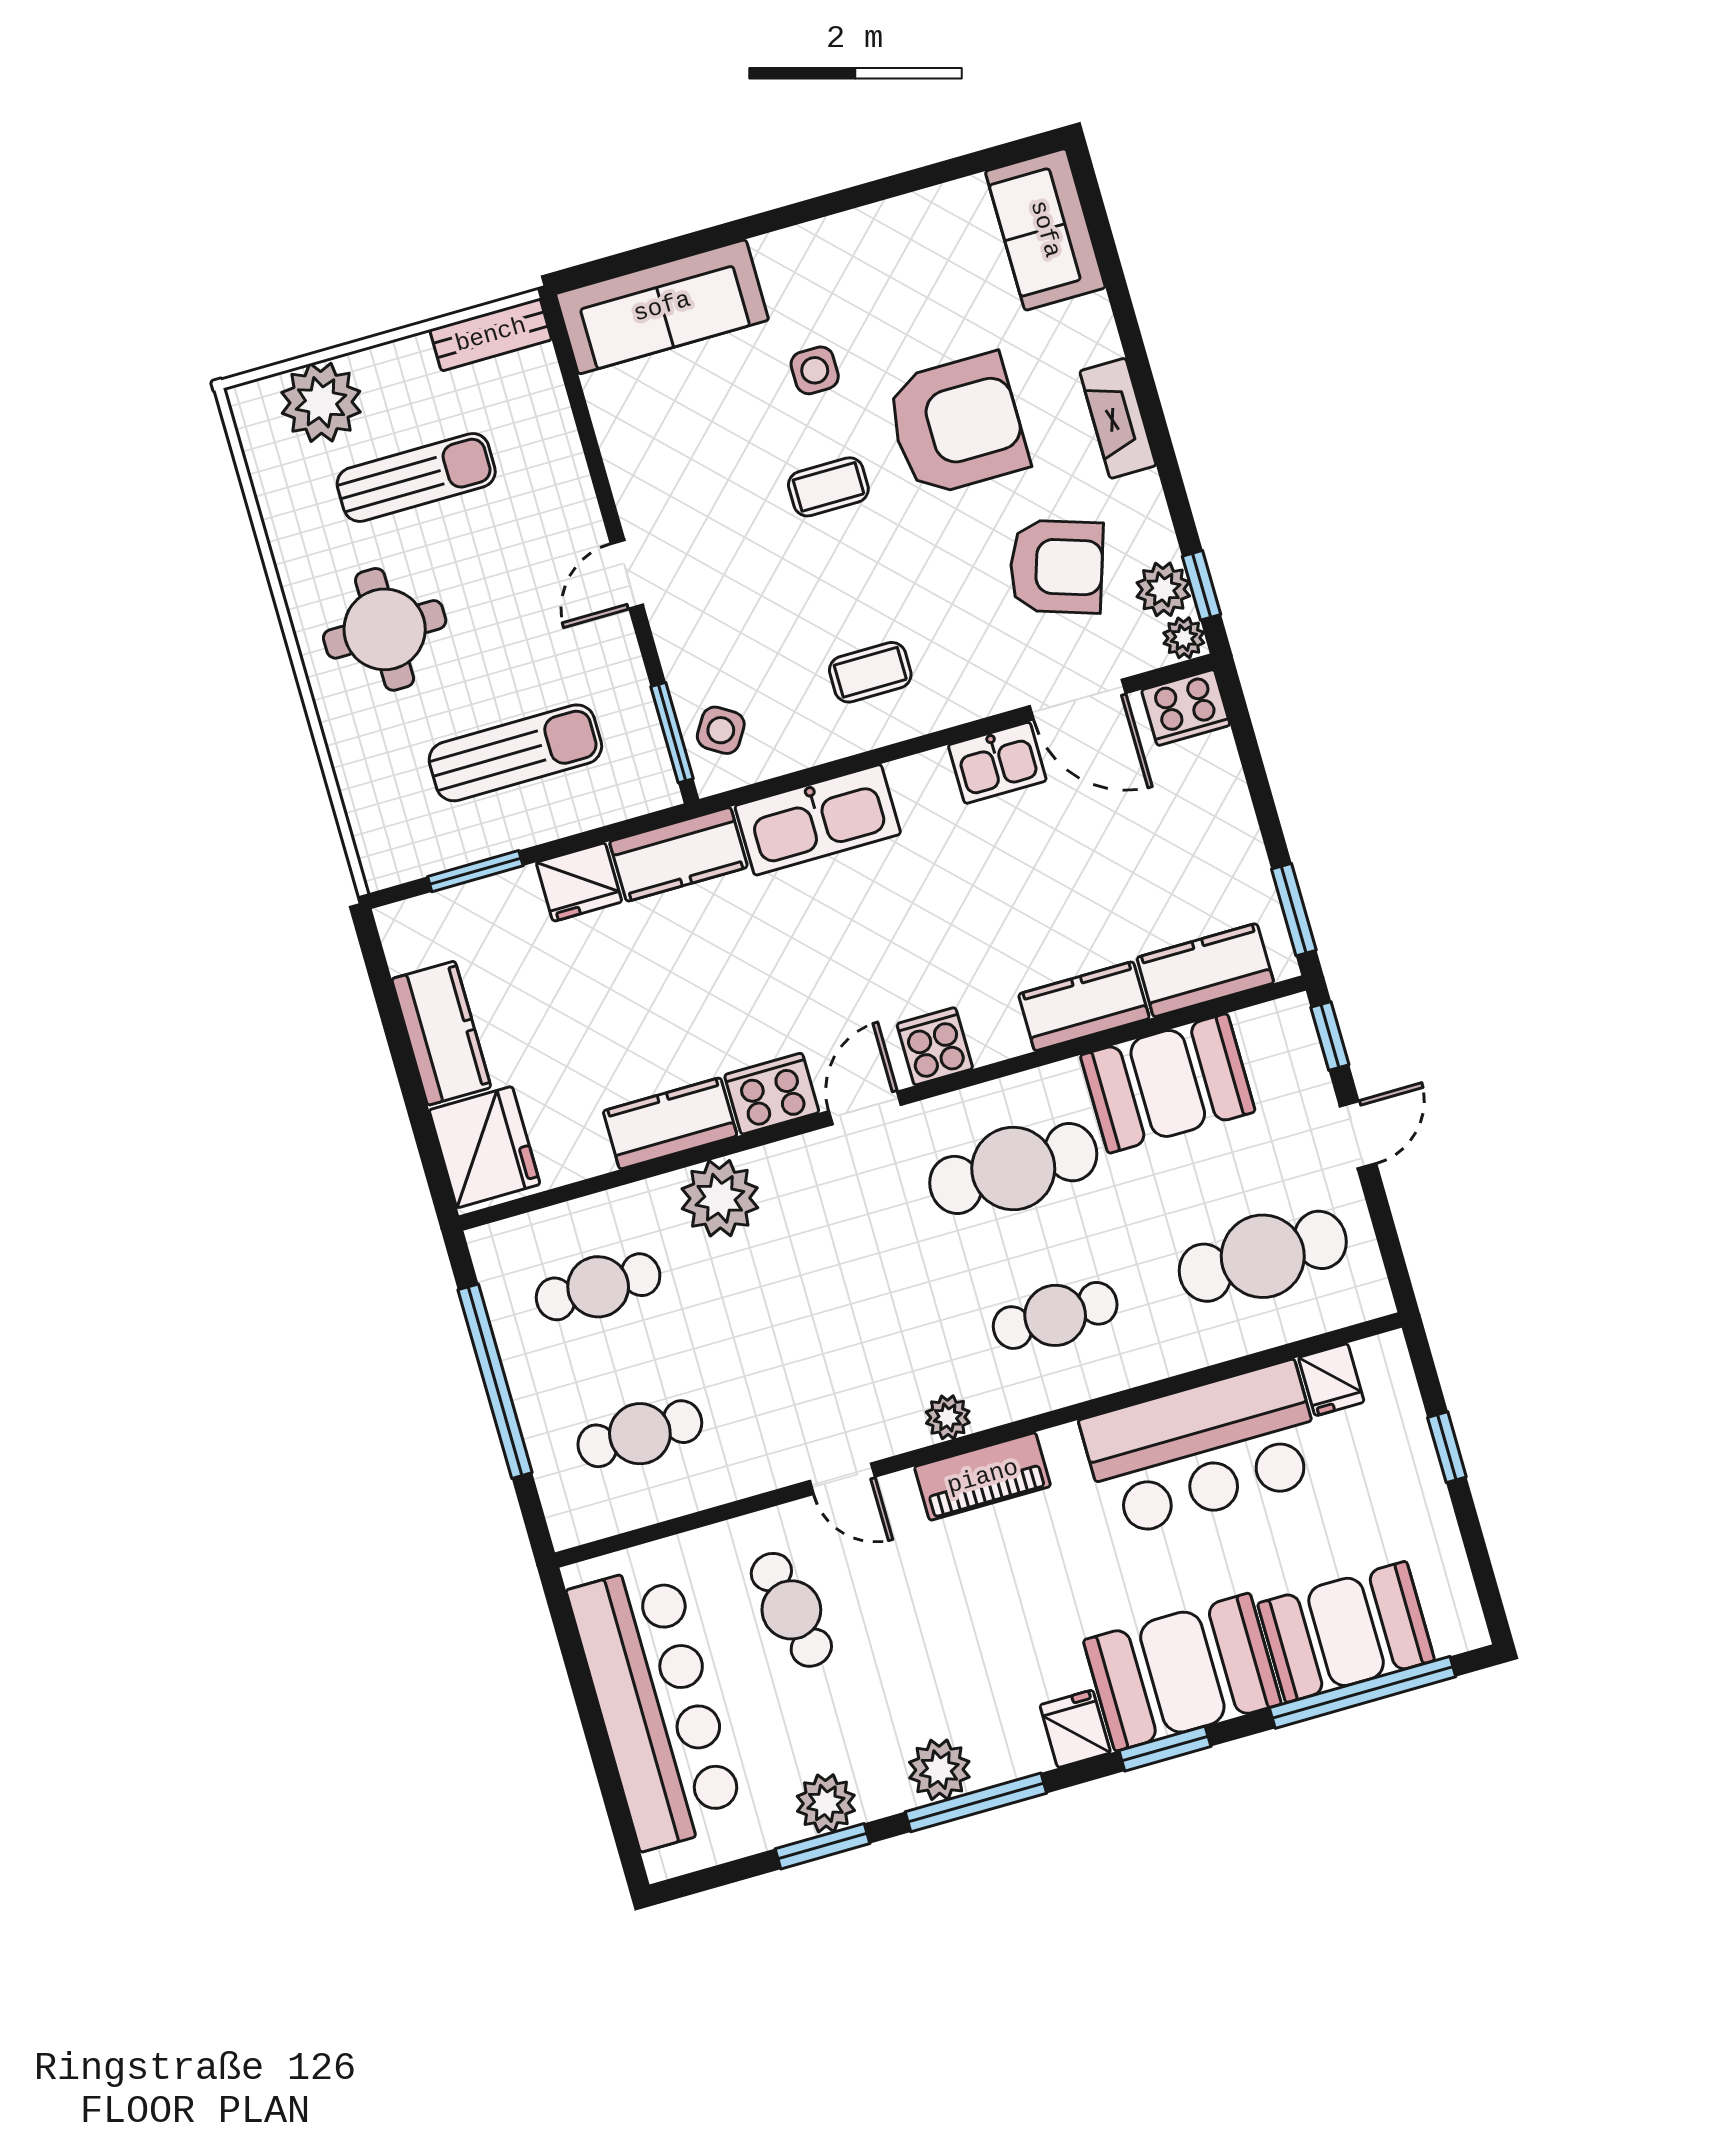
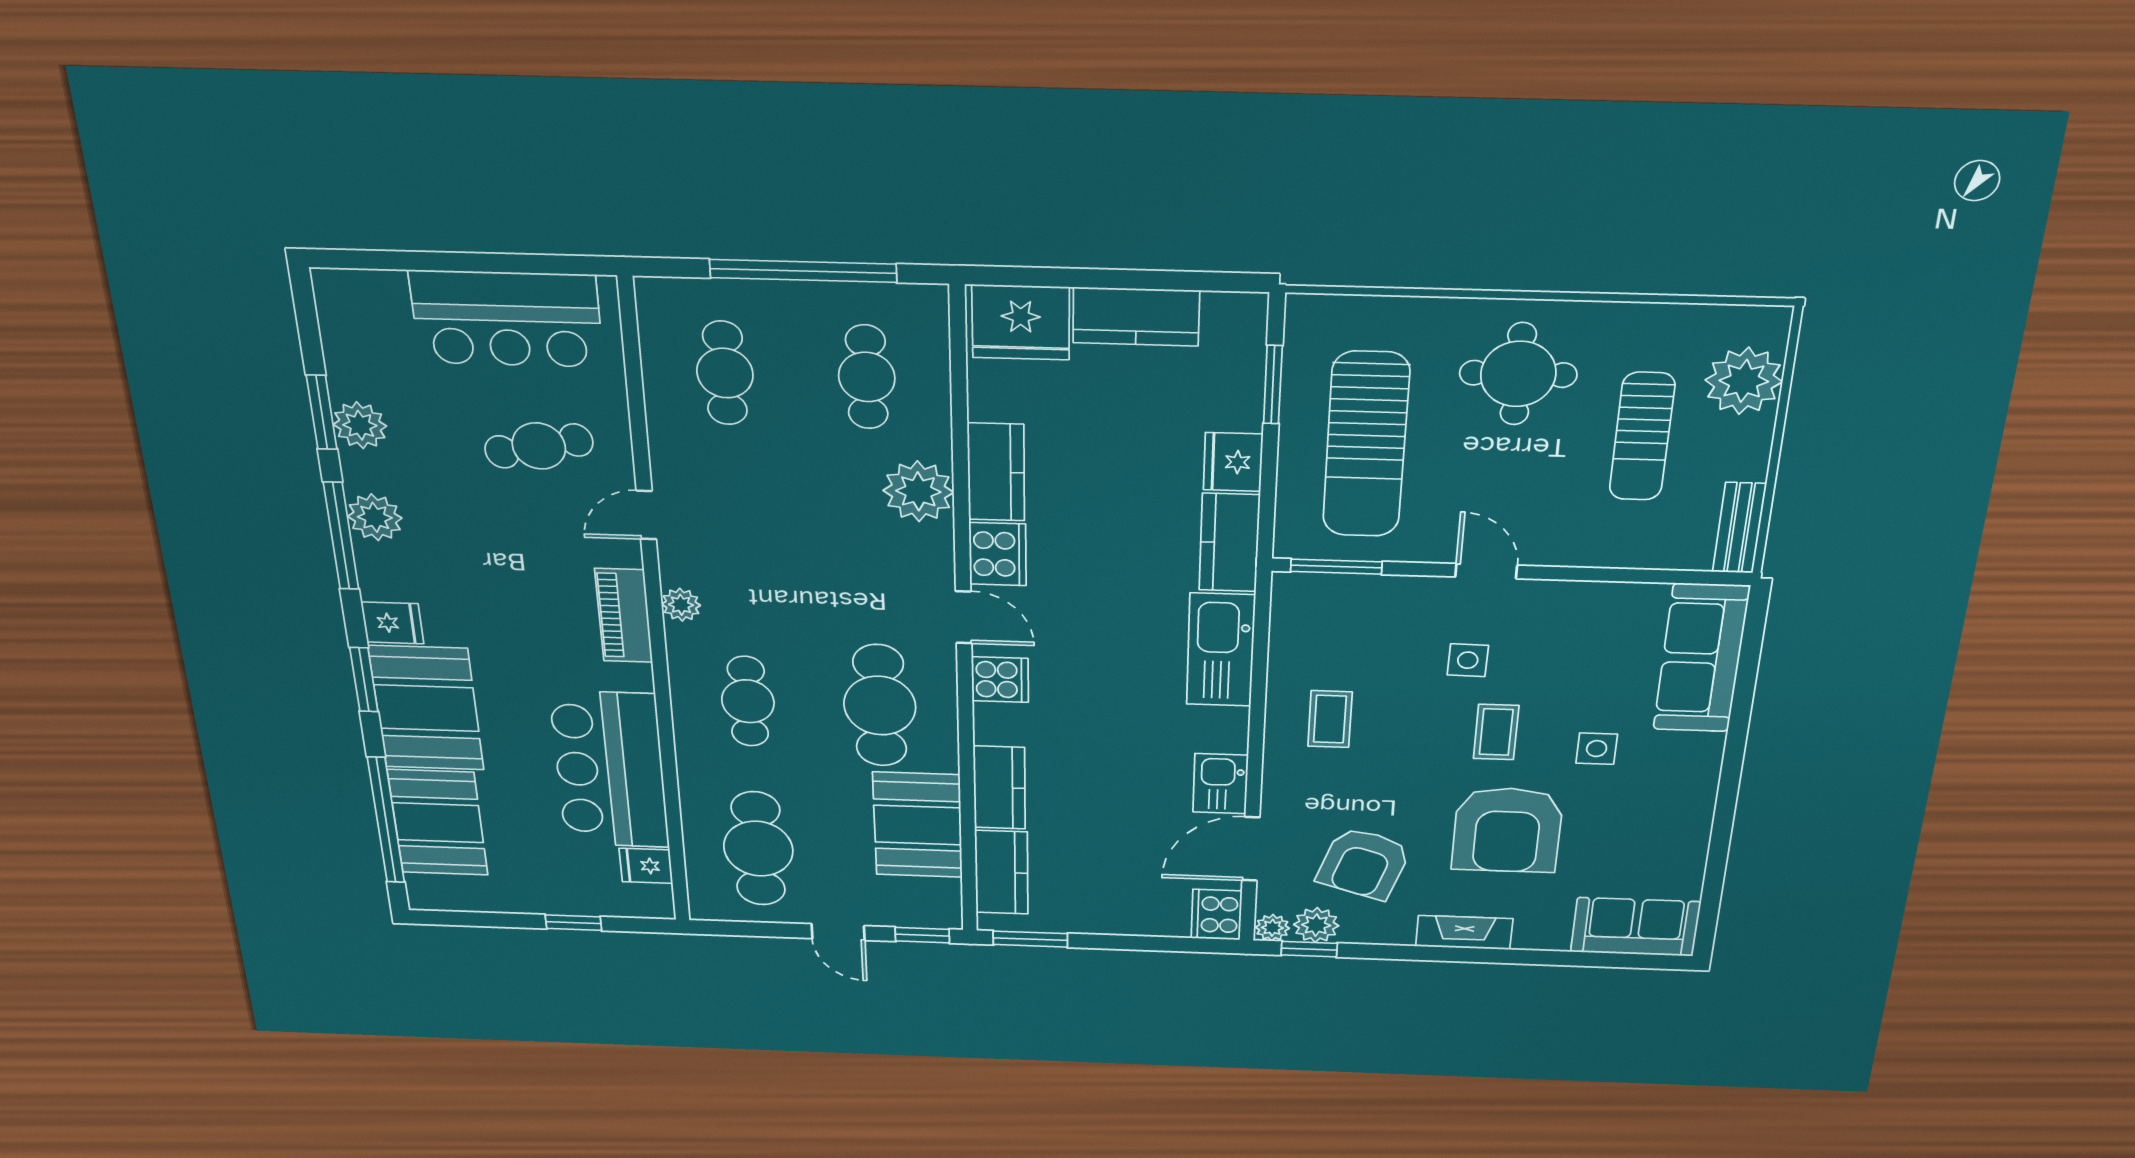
side table: (721, 730) -> (1468, 660), moved, turned -31
sun lounger: (515, 753) -> (1366, 445), width x1.36, depth x1.34
bar counter: (657, 1706) -> (507, 319), width x0.73

